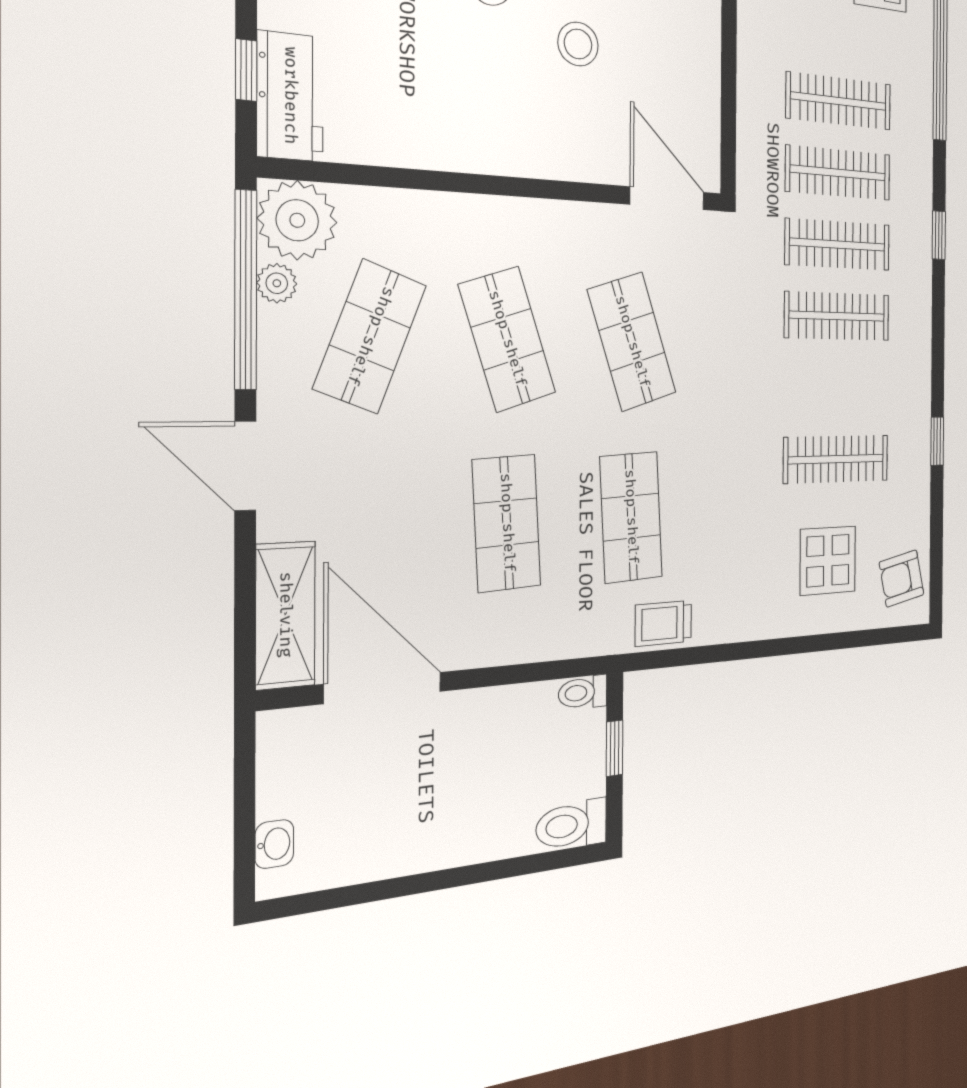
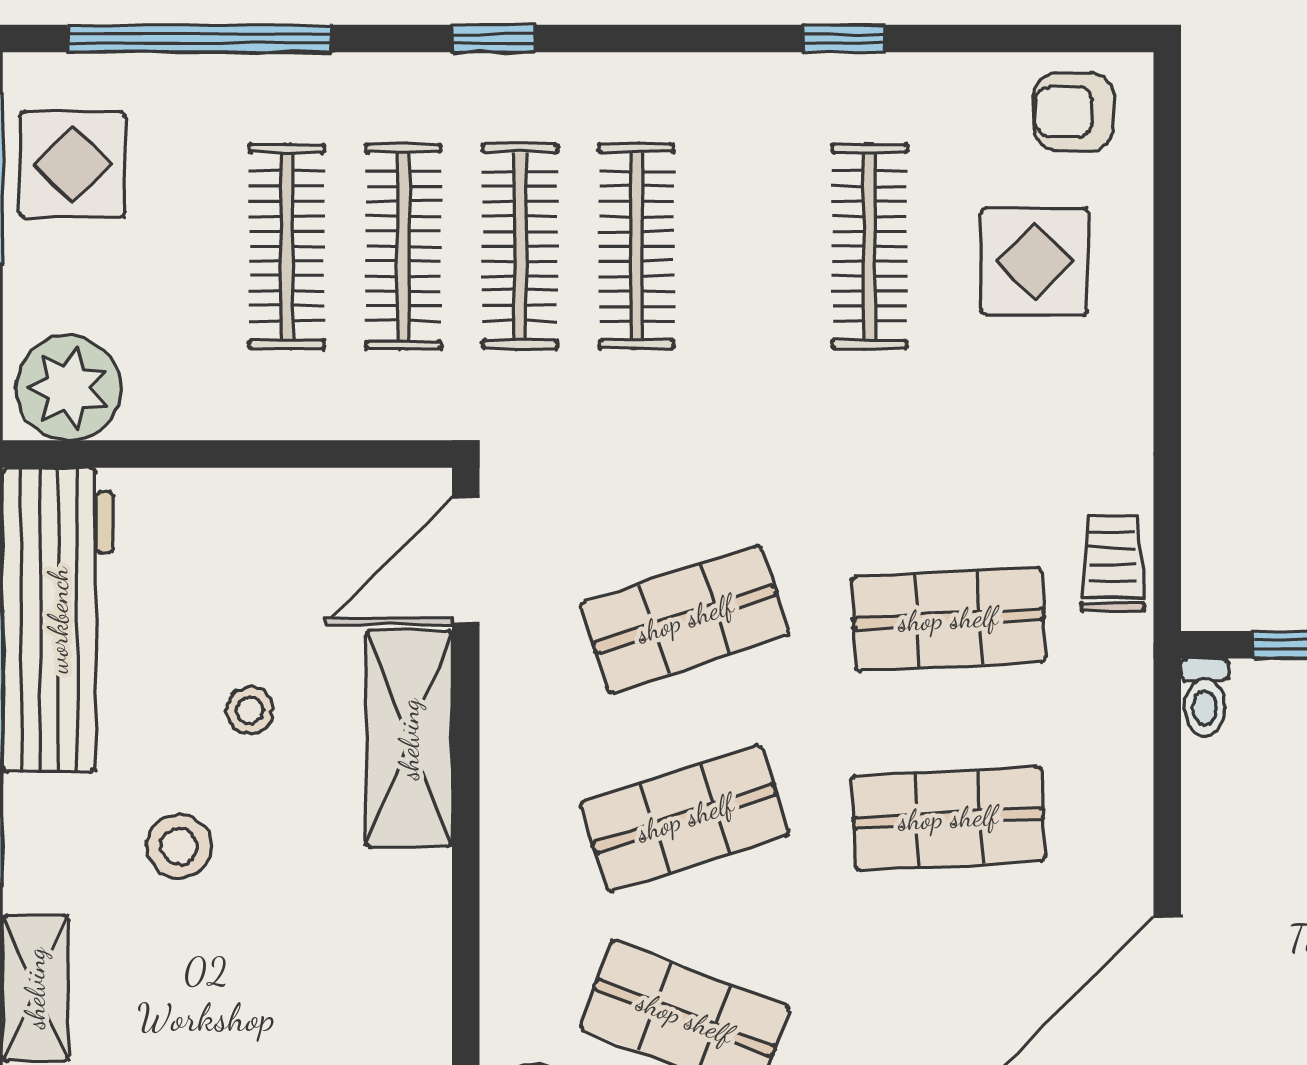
stool: (578, 44) -> (250, 710), width x0.73, depth x0.73
shelving: (560, 151) -> (409, 739), added
armchair: (902, 578) -> (1073, 112), turned 102
trolley: (663, 623) -> (1113, 563), turned 180

